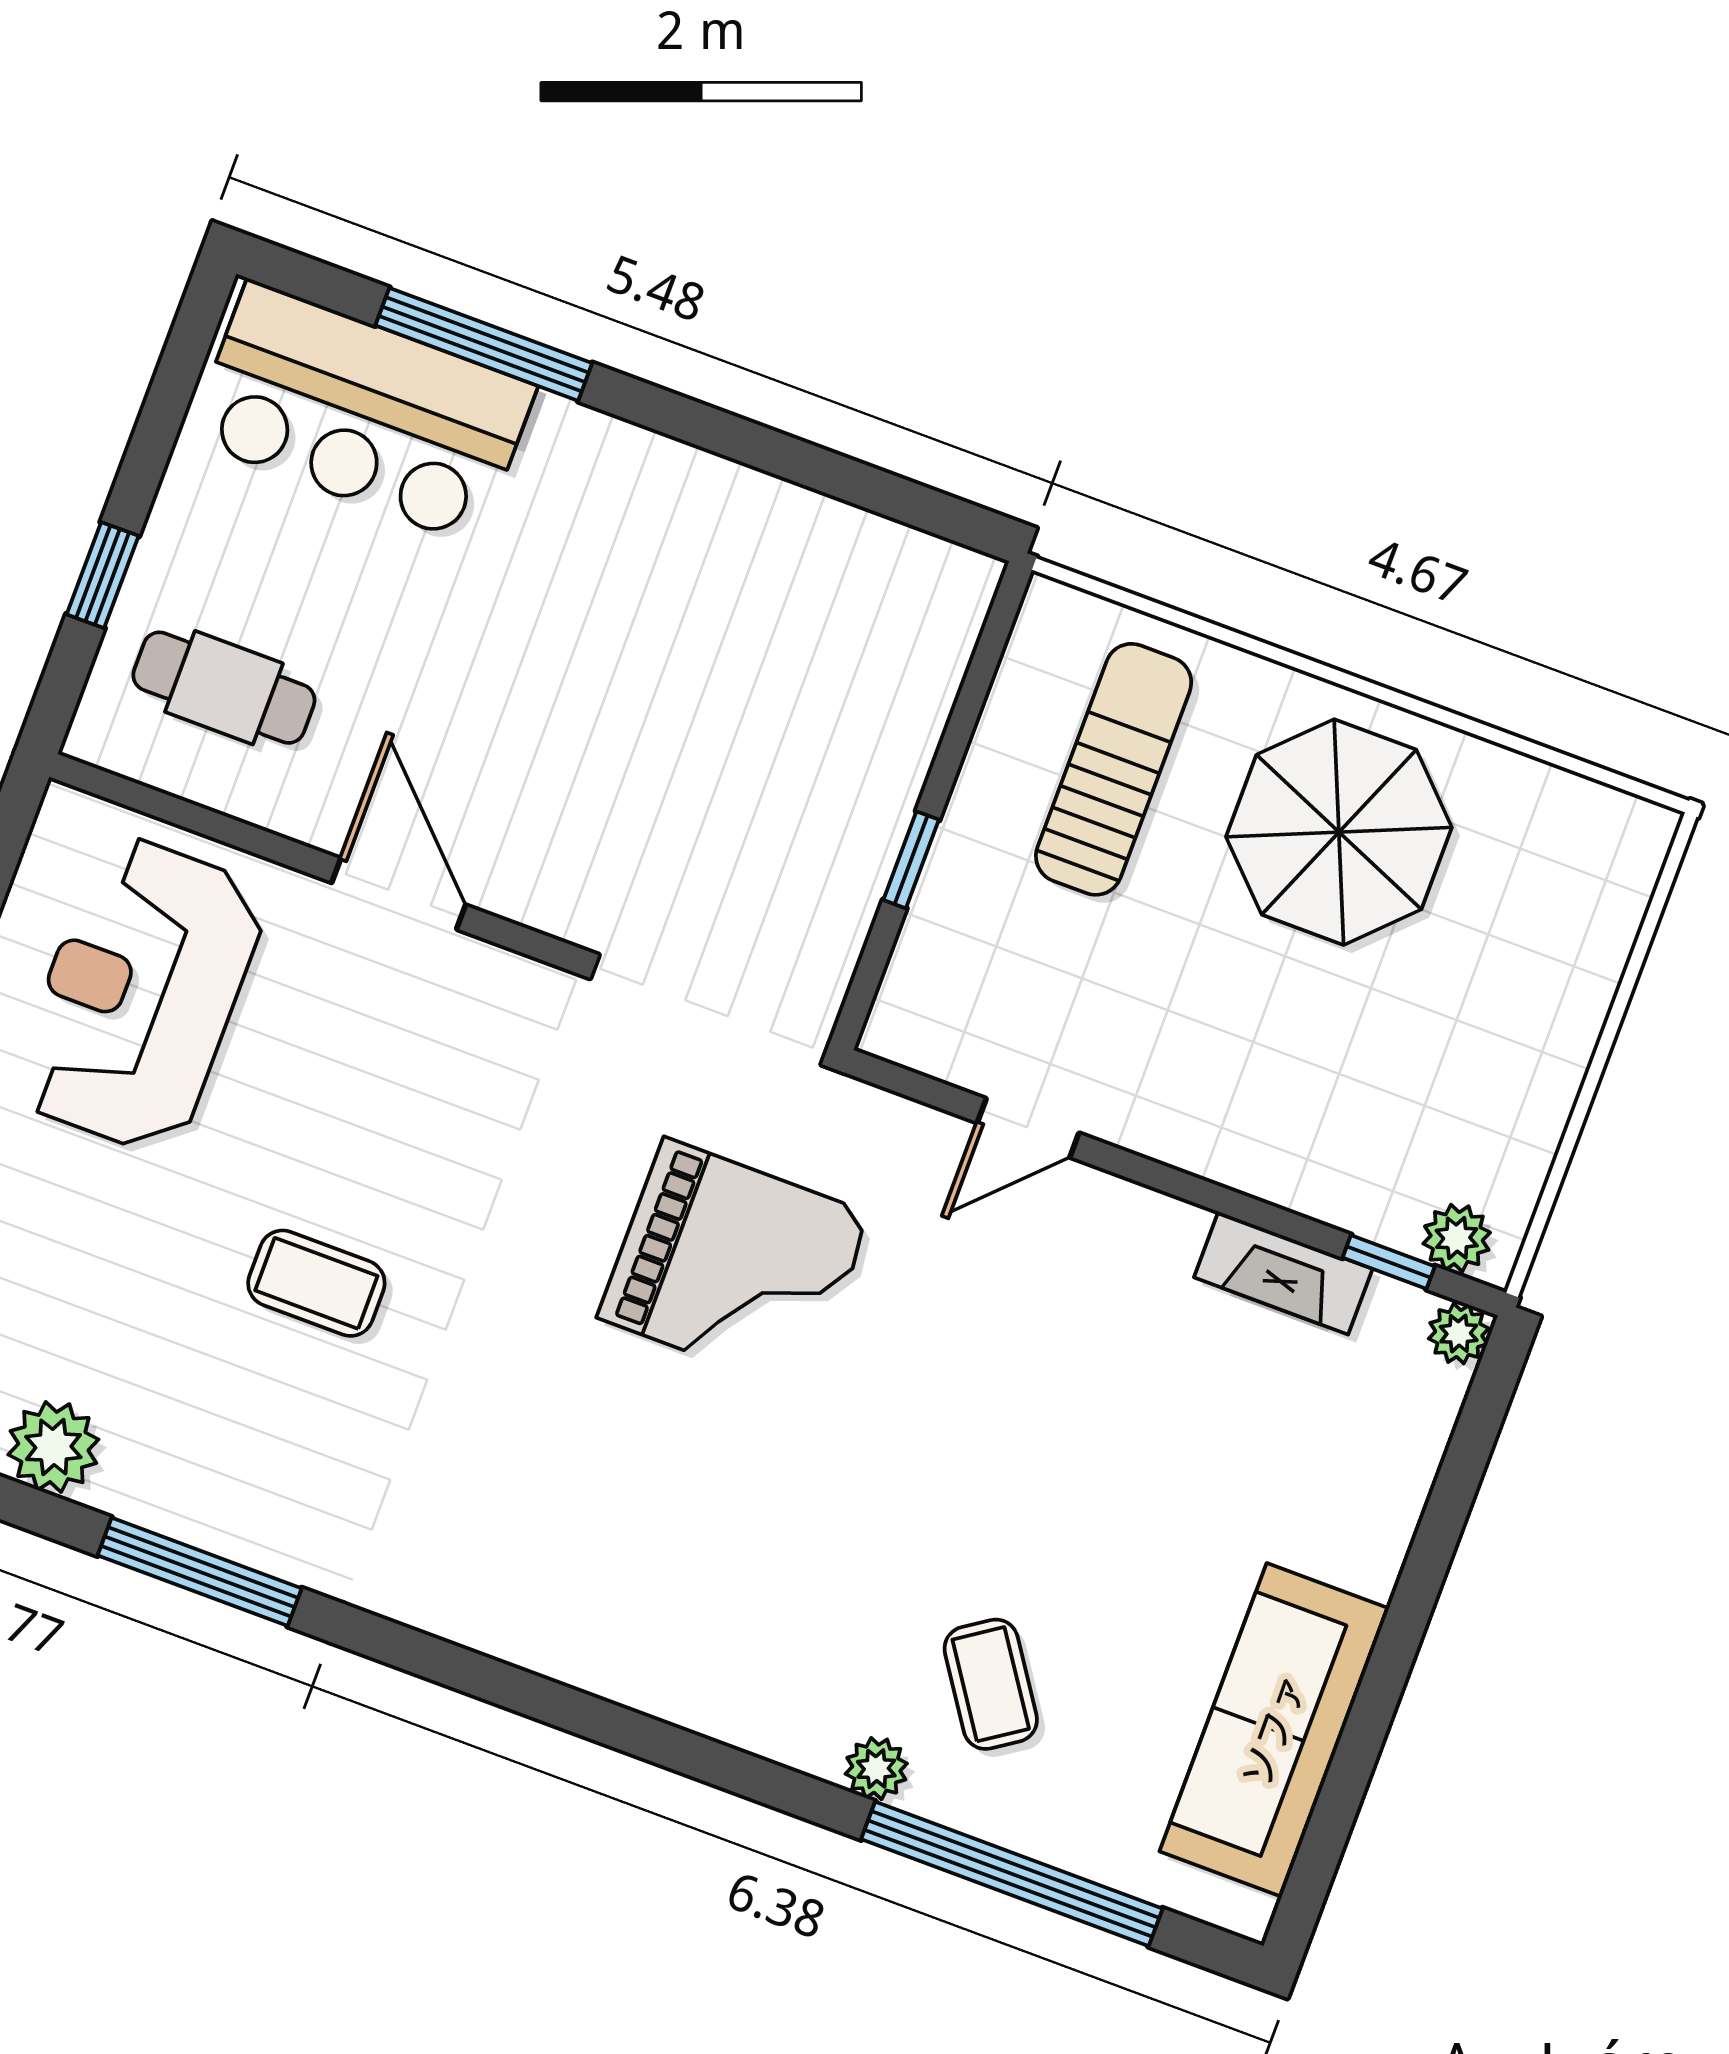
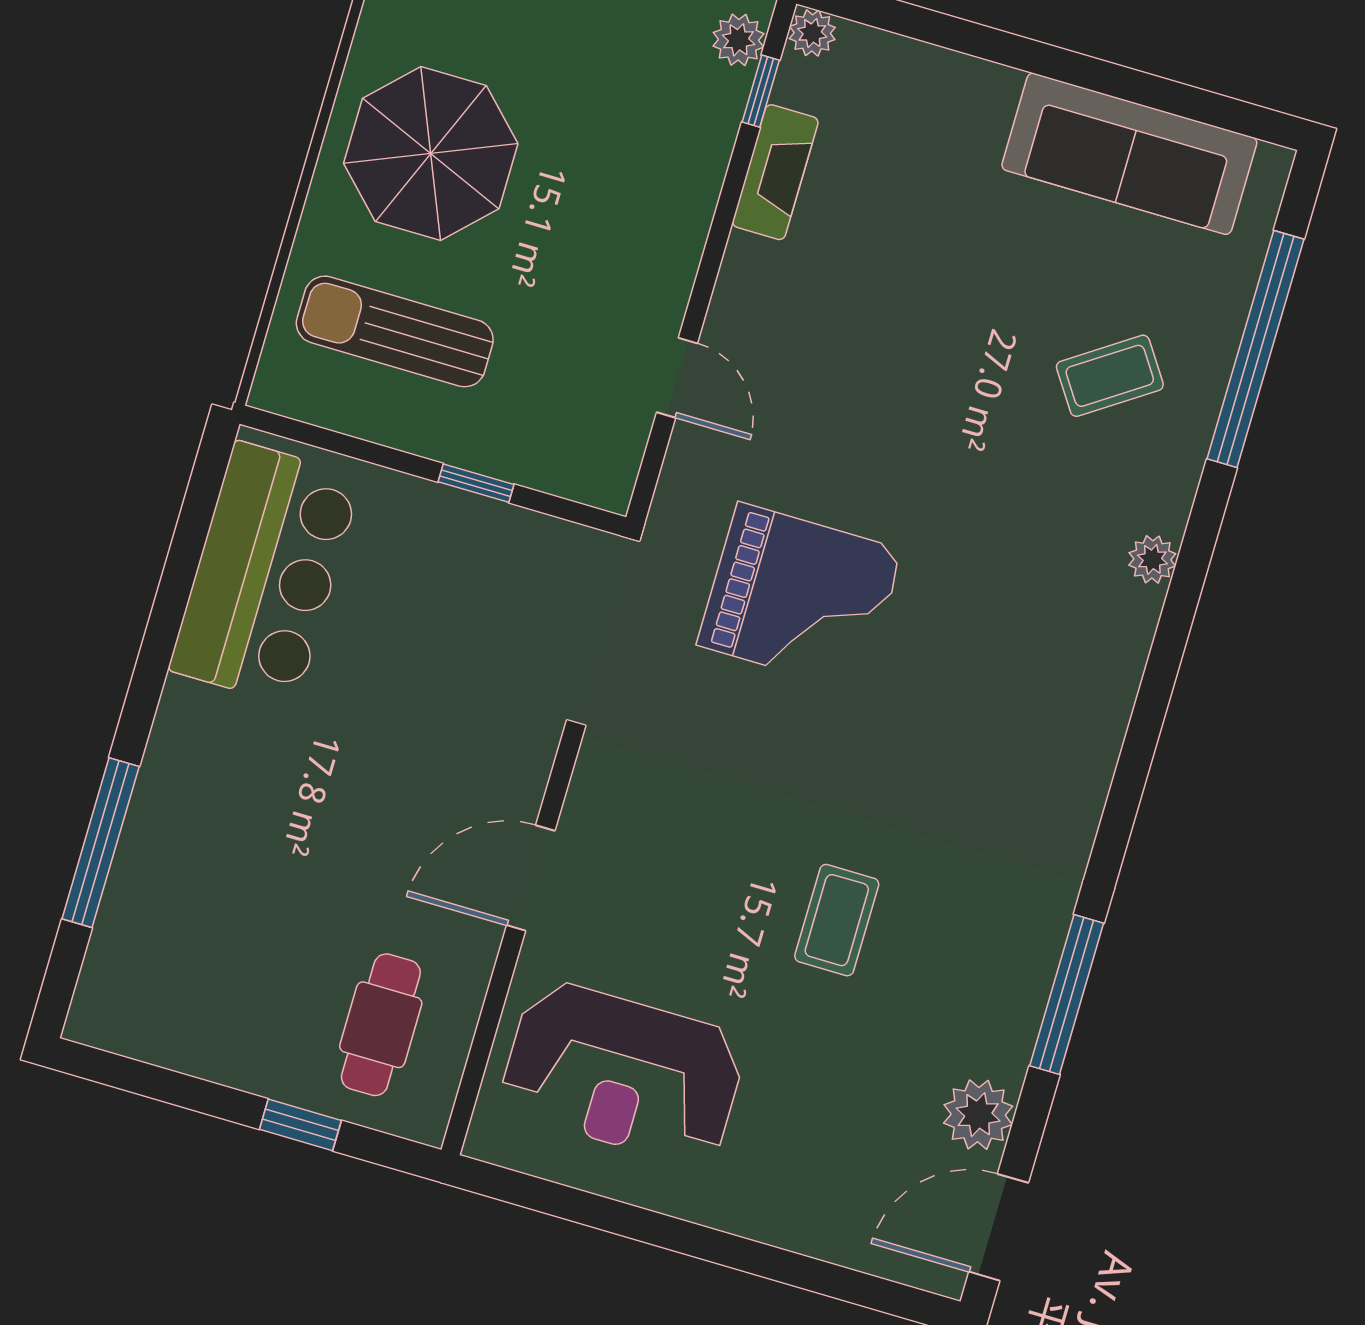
bar counter: (363, 413) -> (265, 573), moved
grand piano: (734, 1266) -> (800, 597), turned 90
plant: (876, 1769) -> (1152, 559), moved

